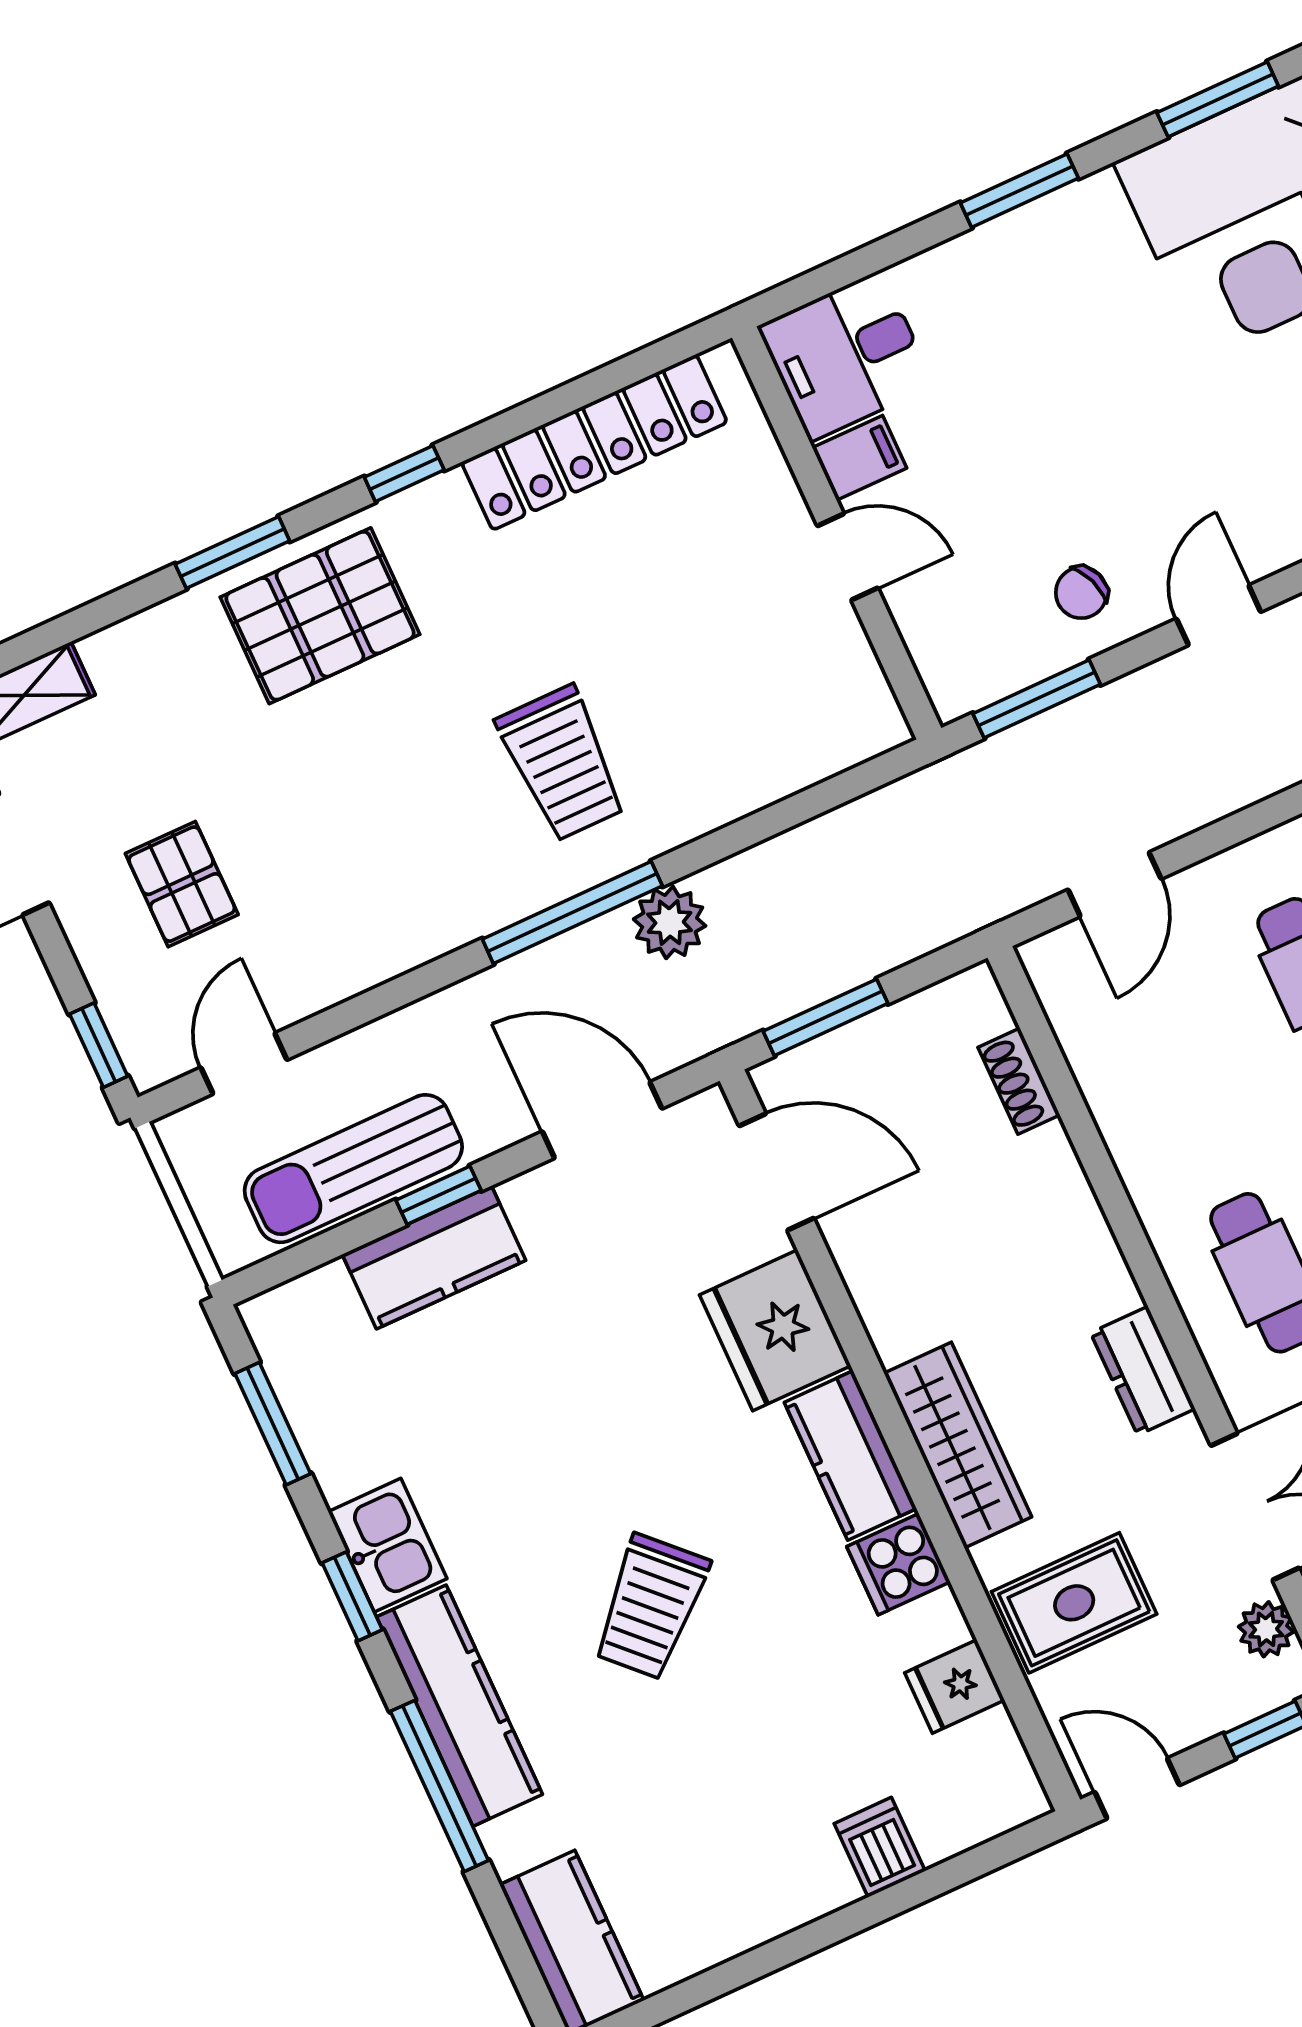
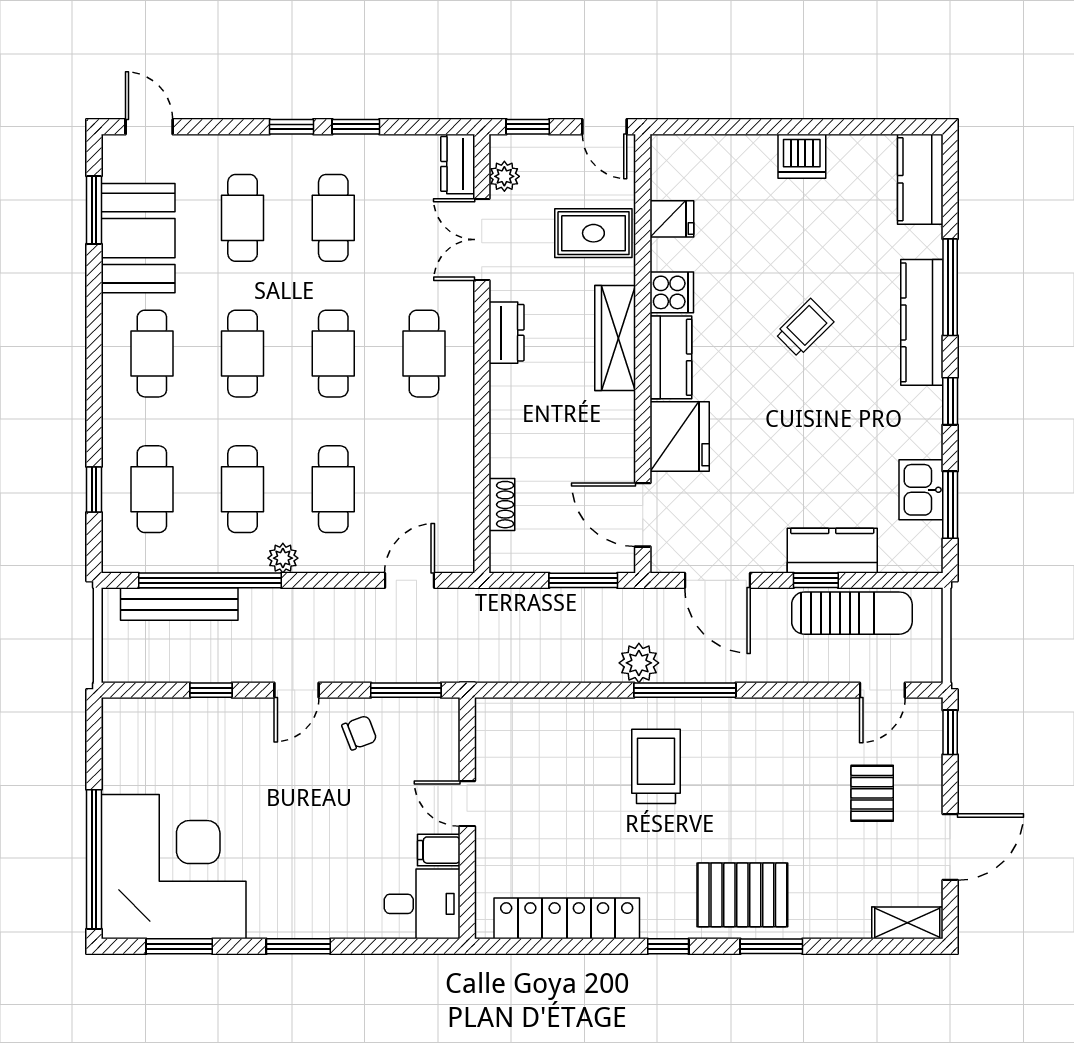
kitchen sink: (388, 1545) -> (921, 490), moved
trolley: (651, 1607) -> (804, 328), width x0.73, depth x0.72
dishwasher: (880, 1847) -> (802, 156), moved, width x1.38

